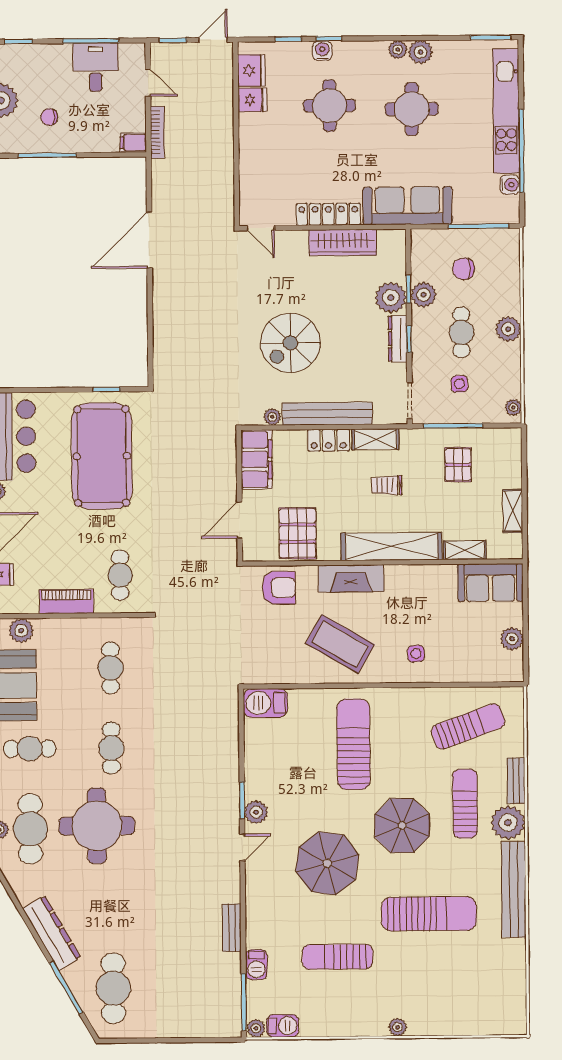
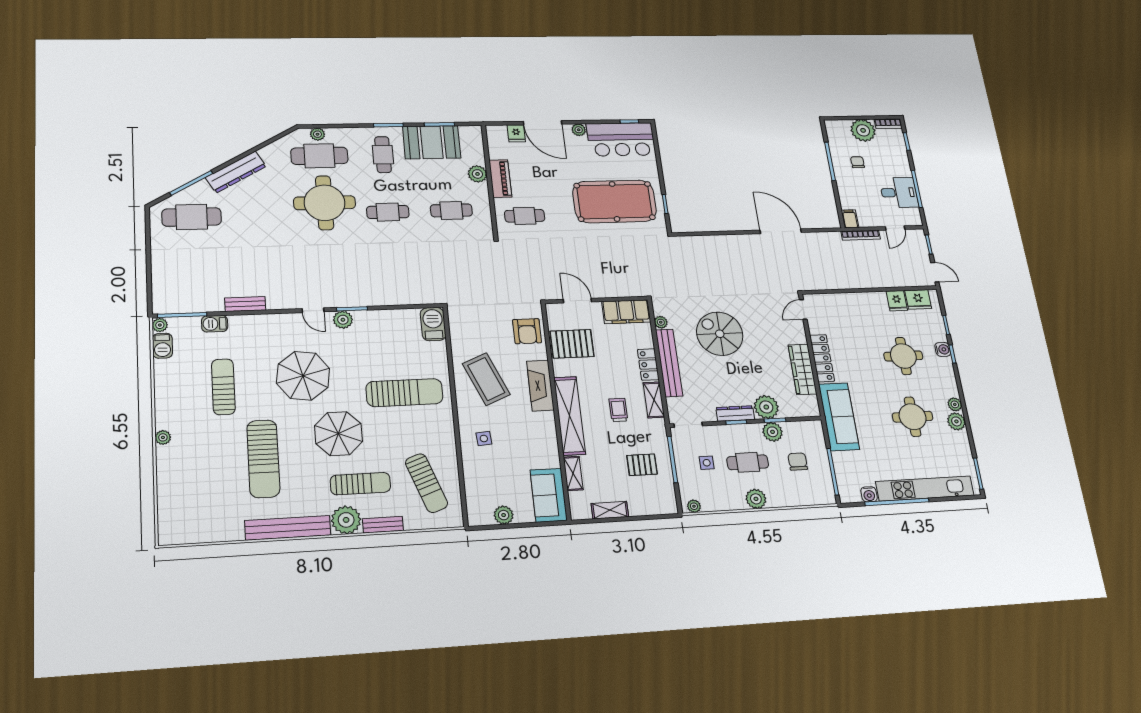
plant: (21, 631) -> (477, 174), moved
coffee table: (340, 644) -> (486, 379), turned -53

